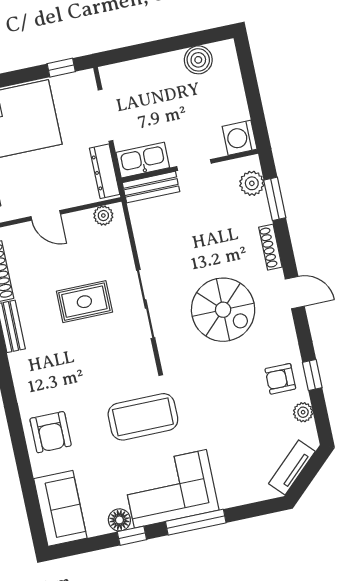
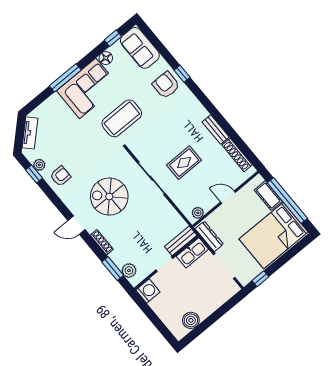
window: (312, 375) -> (34, 174), moved
window: (18, 437) -> (182, 74), added
window: (132, 536) -> (113, 38), moved

